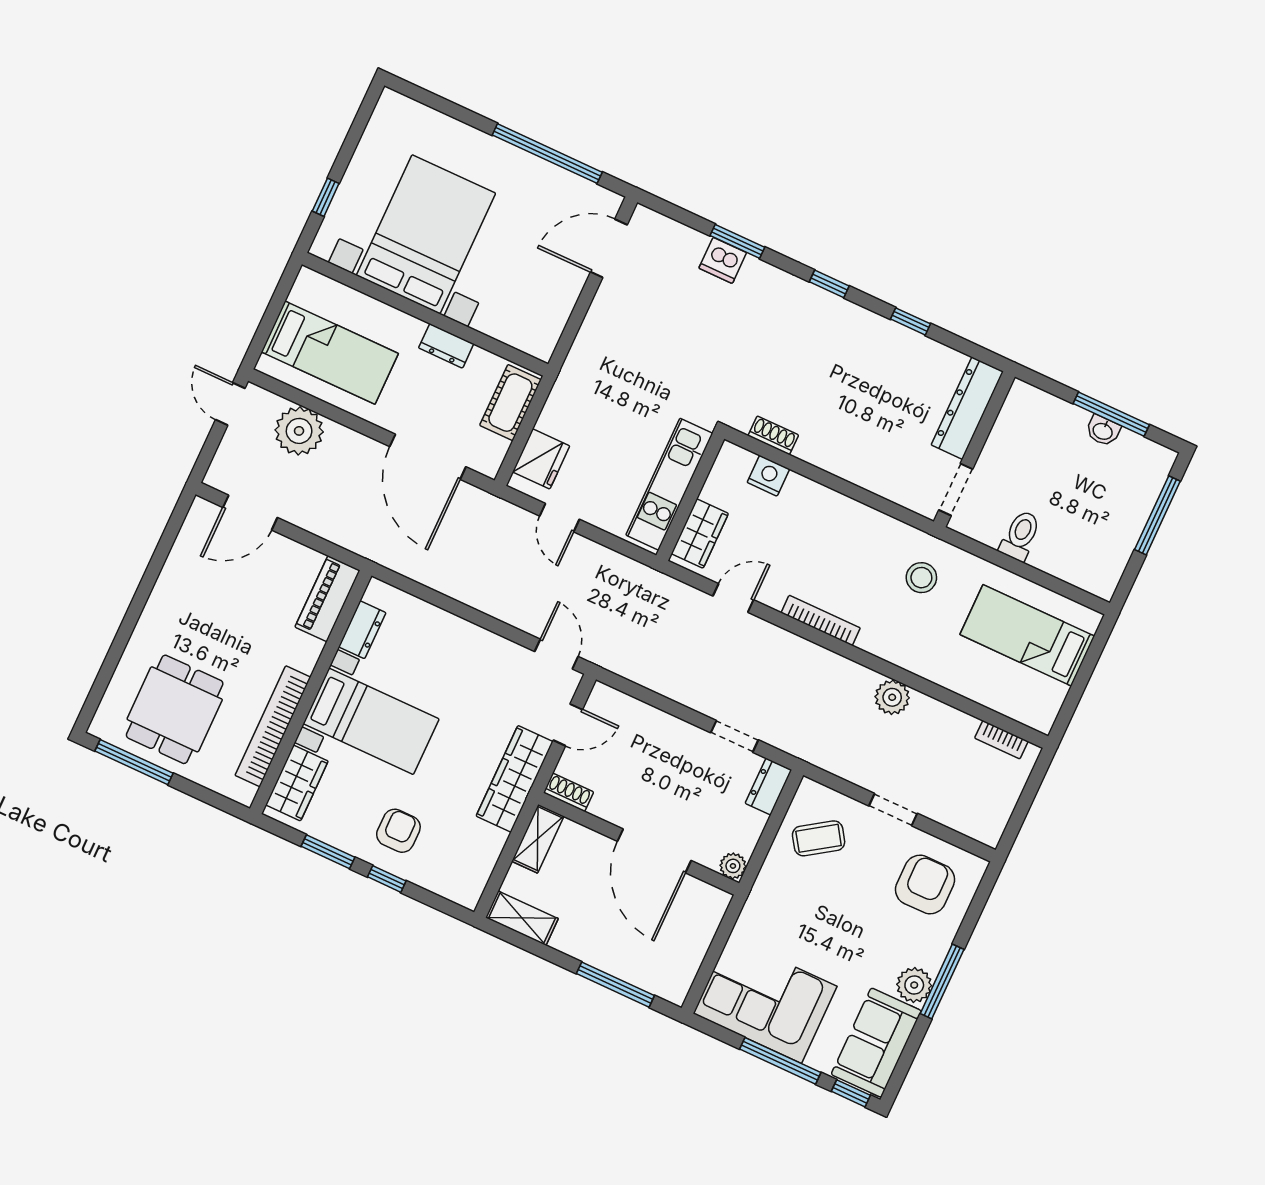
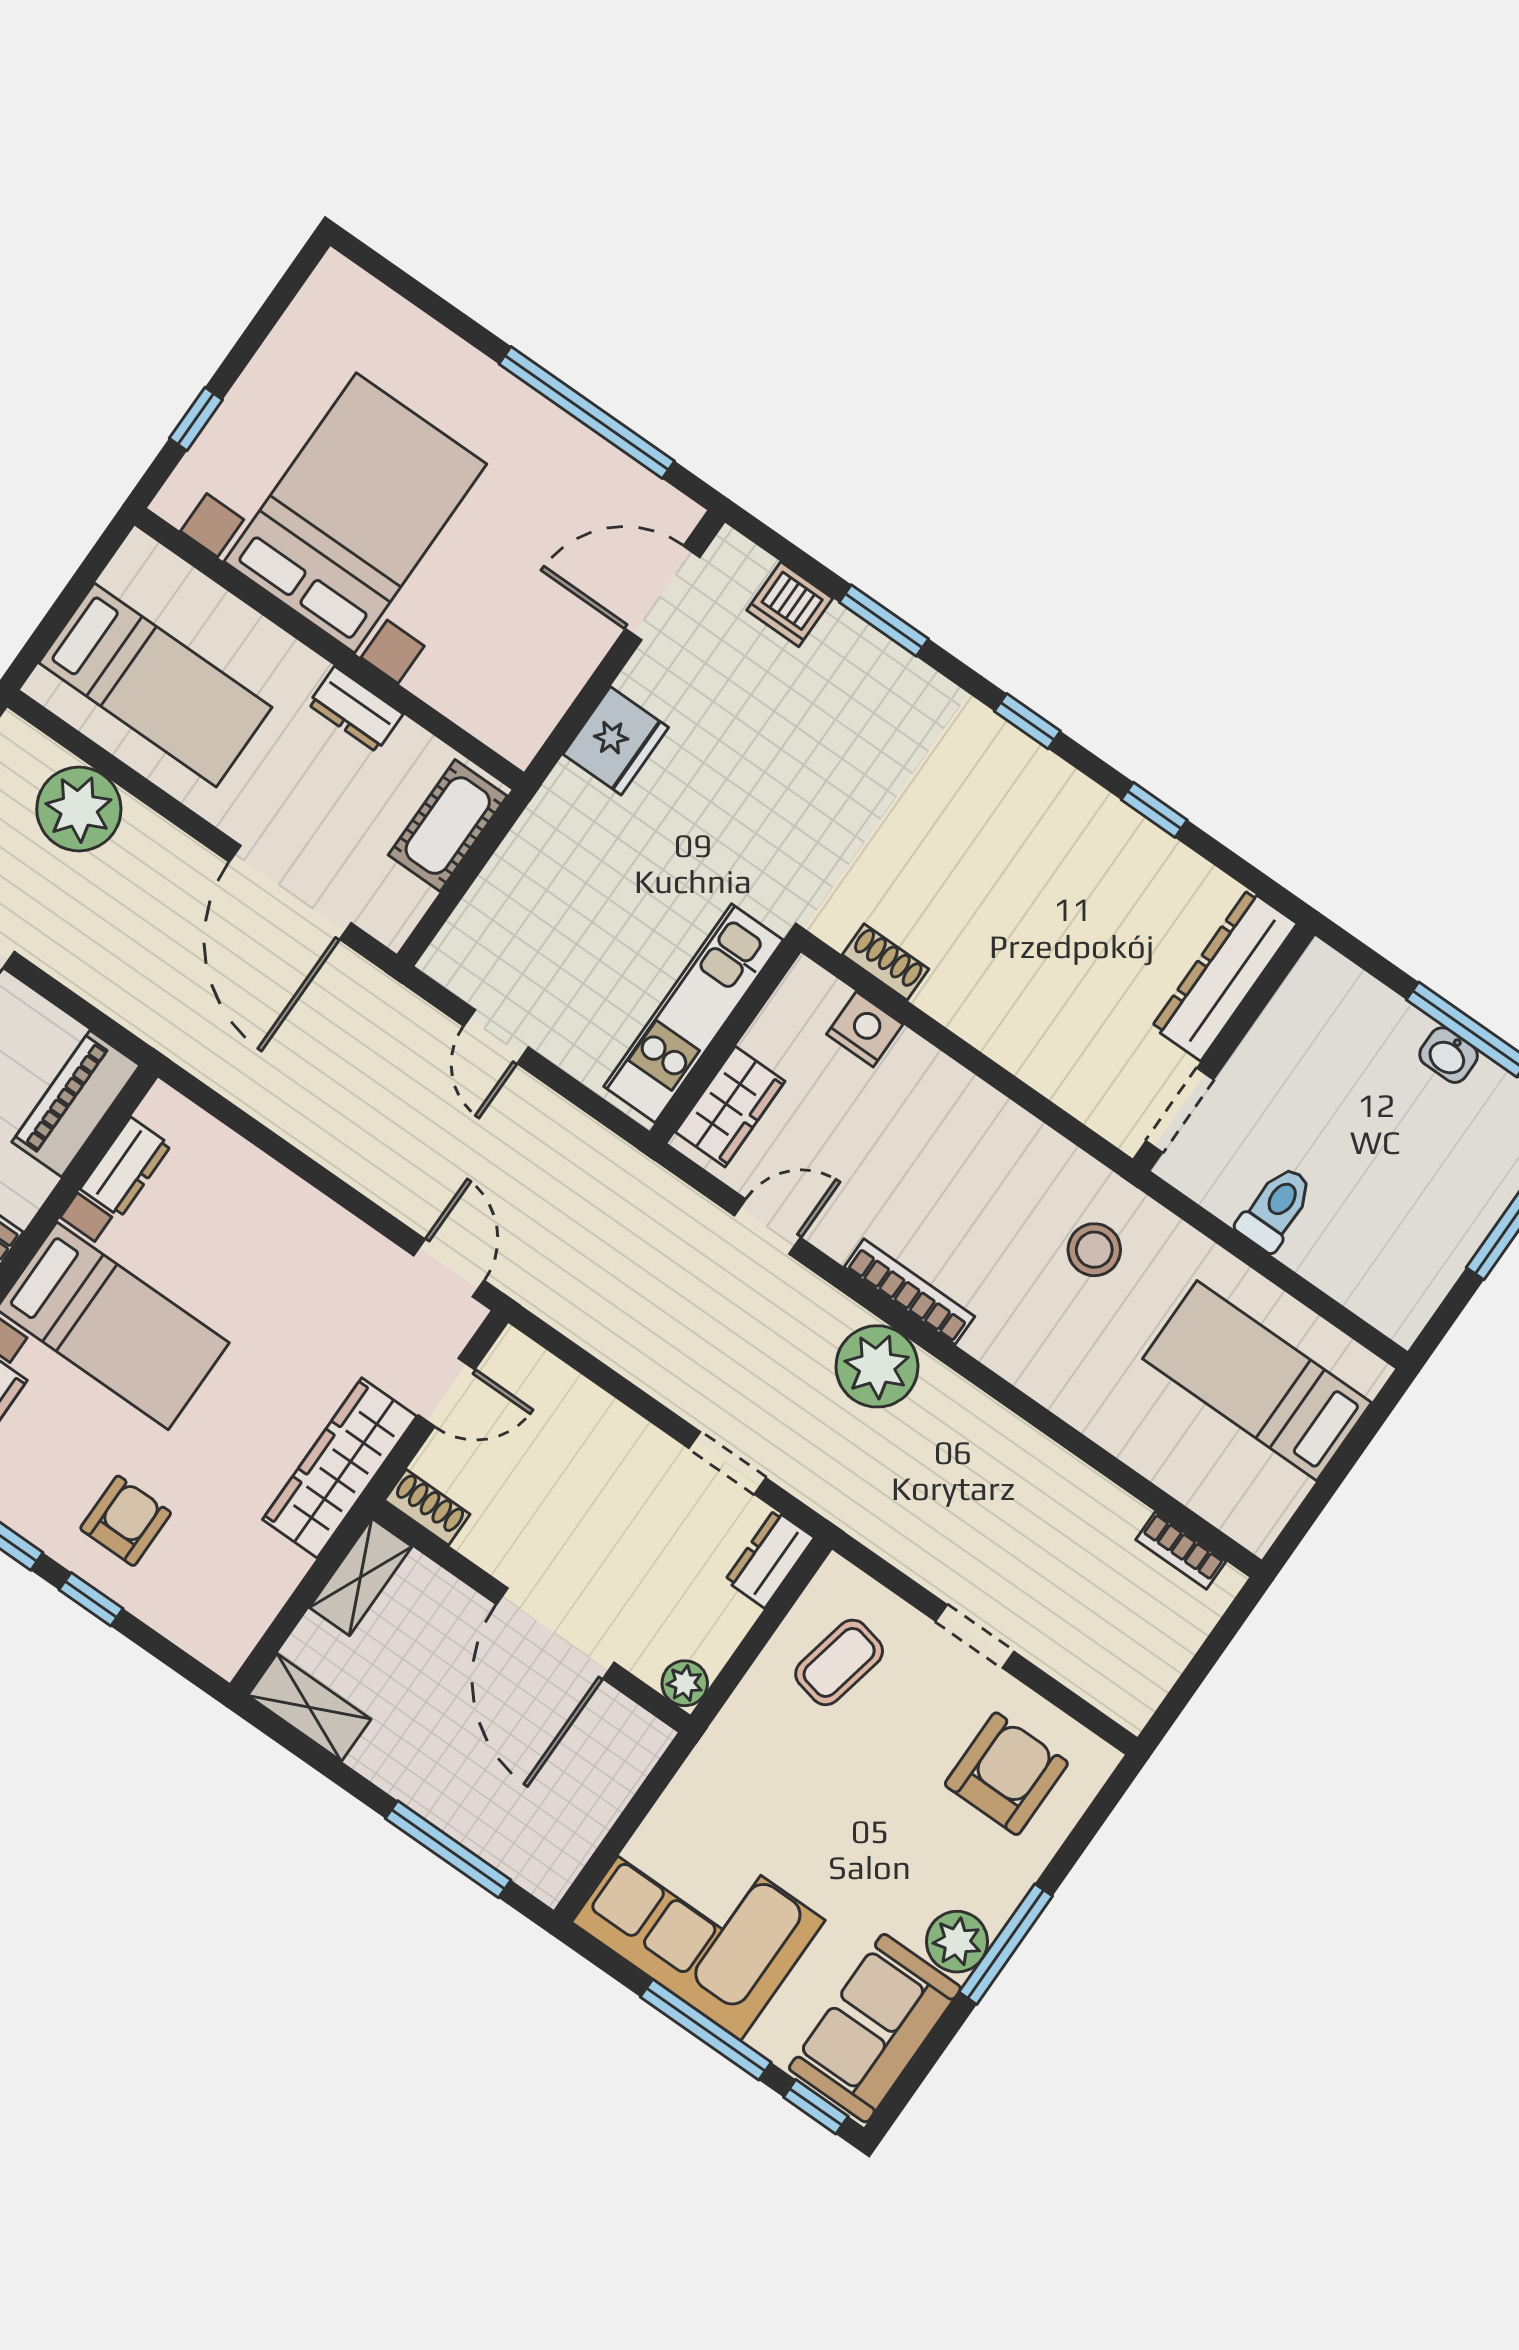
dishwasher: (723, 260) -> (790, 604), moved
fridge: (541, 459) -> (616, 741), moved
plant: (892, 697) -> (877, 1366), moved, width x1.36, depth x1.36
coffee table: (819, 838) -> (839, 1662), turned -44

